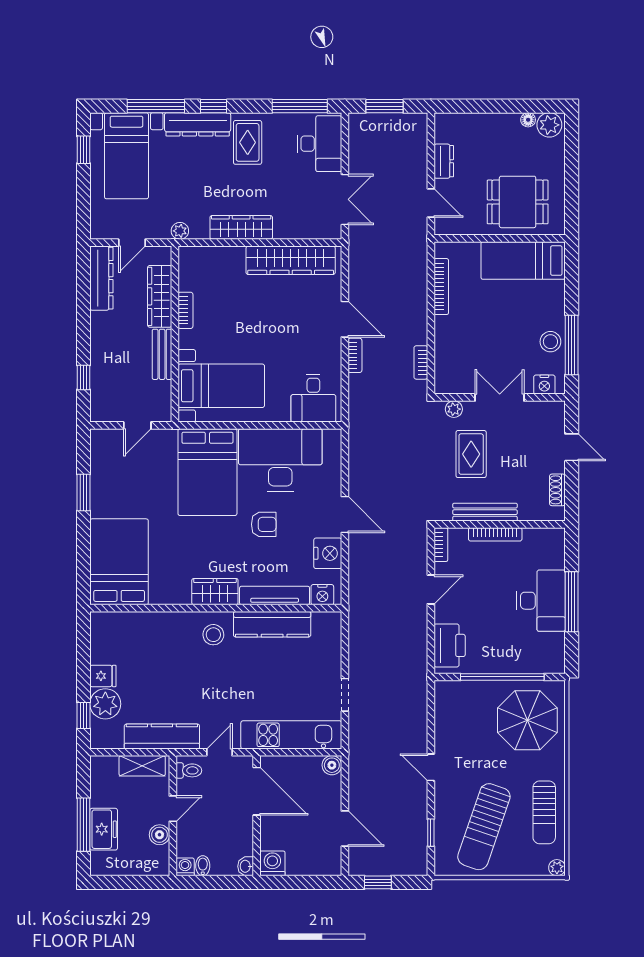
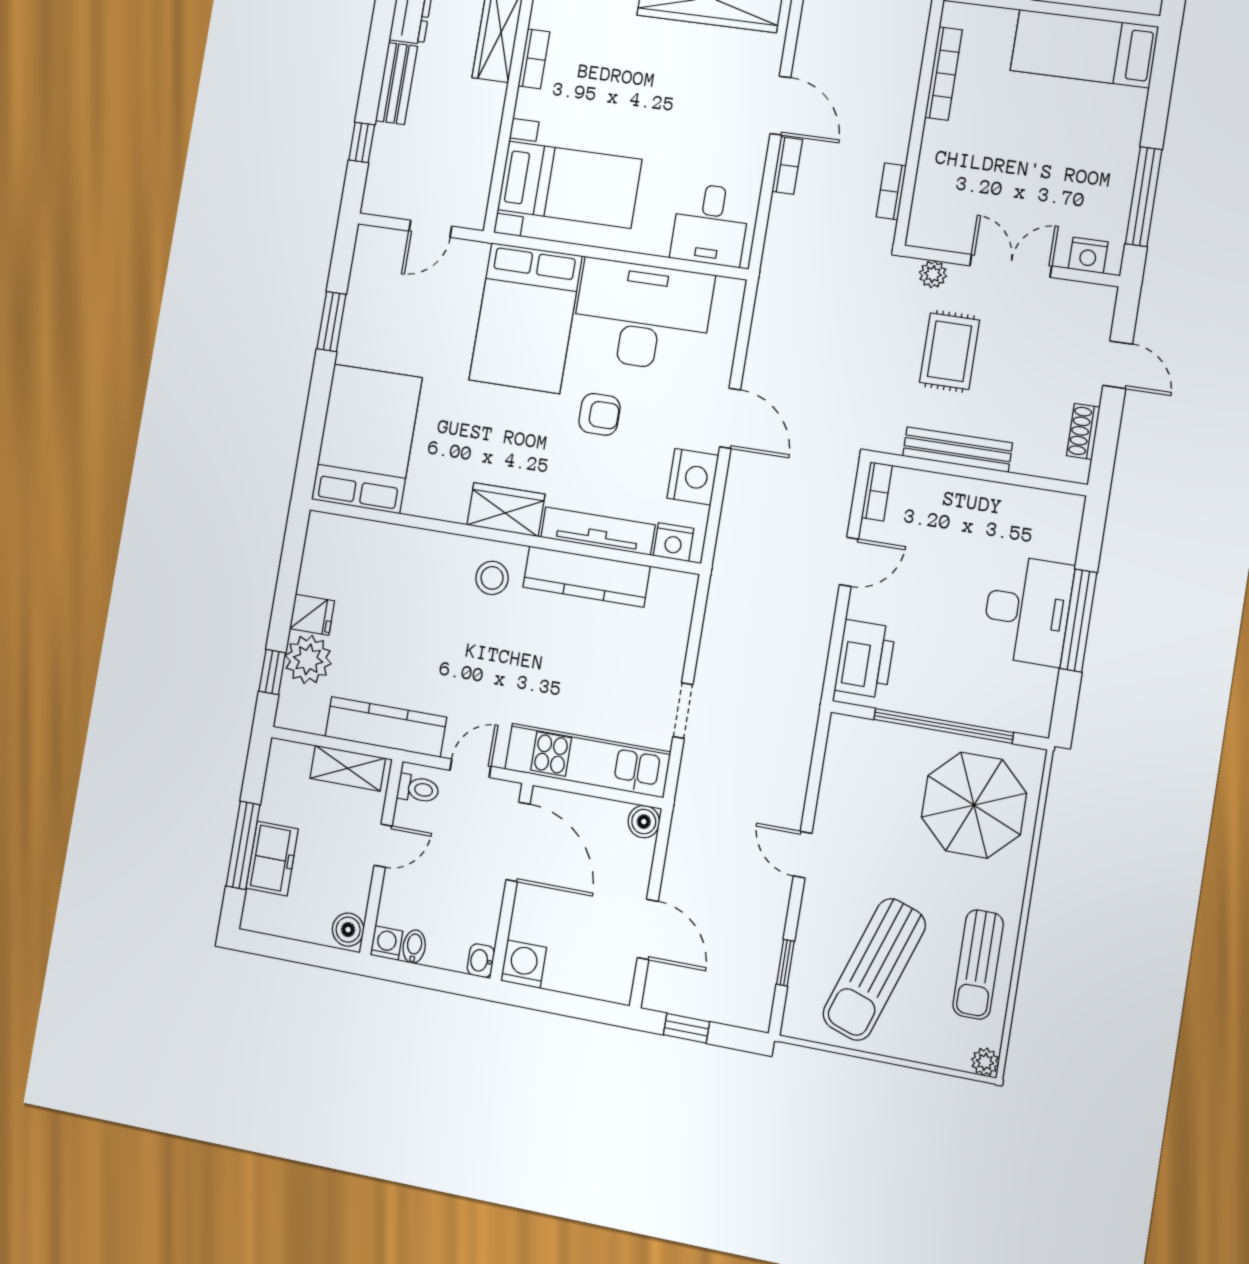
stool: (550, 342) -> (1109, 186), removed
bench: (162, 354) -> (396, 84), moved
bookcase: (495, 534) -> (969, 489), removed
boiler: (159, 835) -> (348, 930), moved

